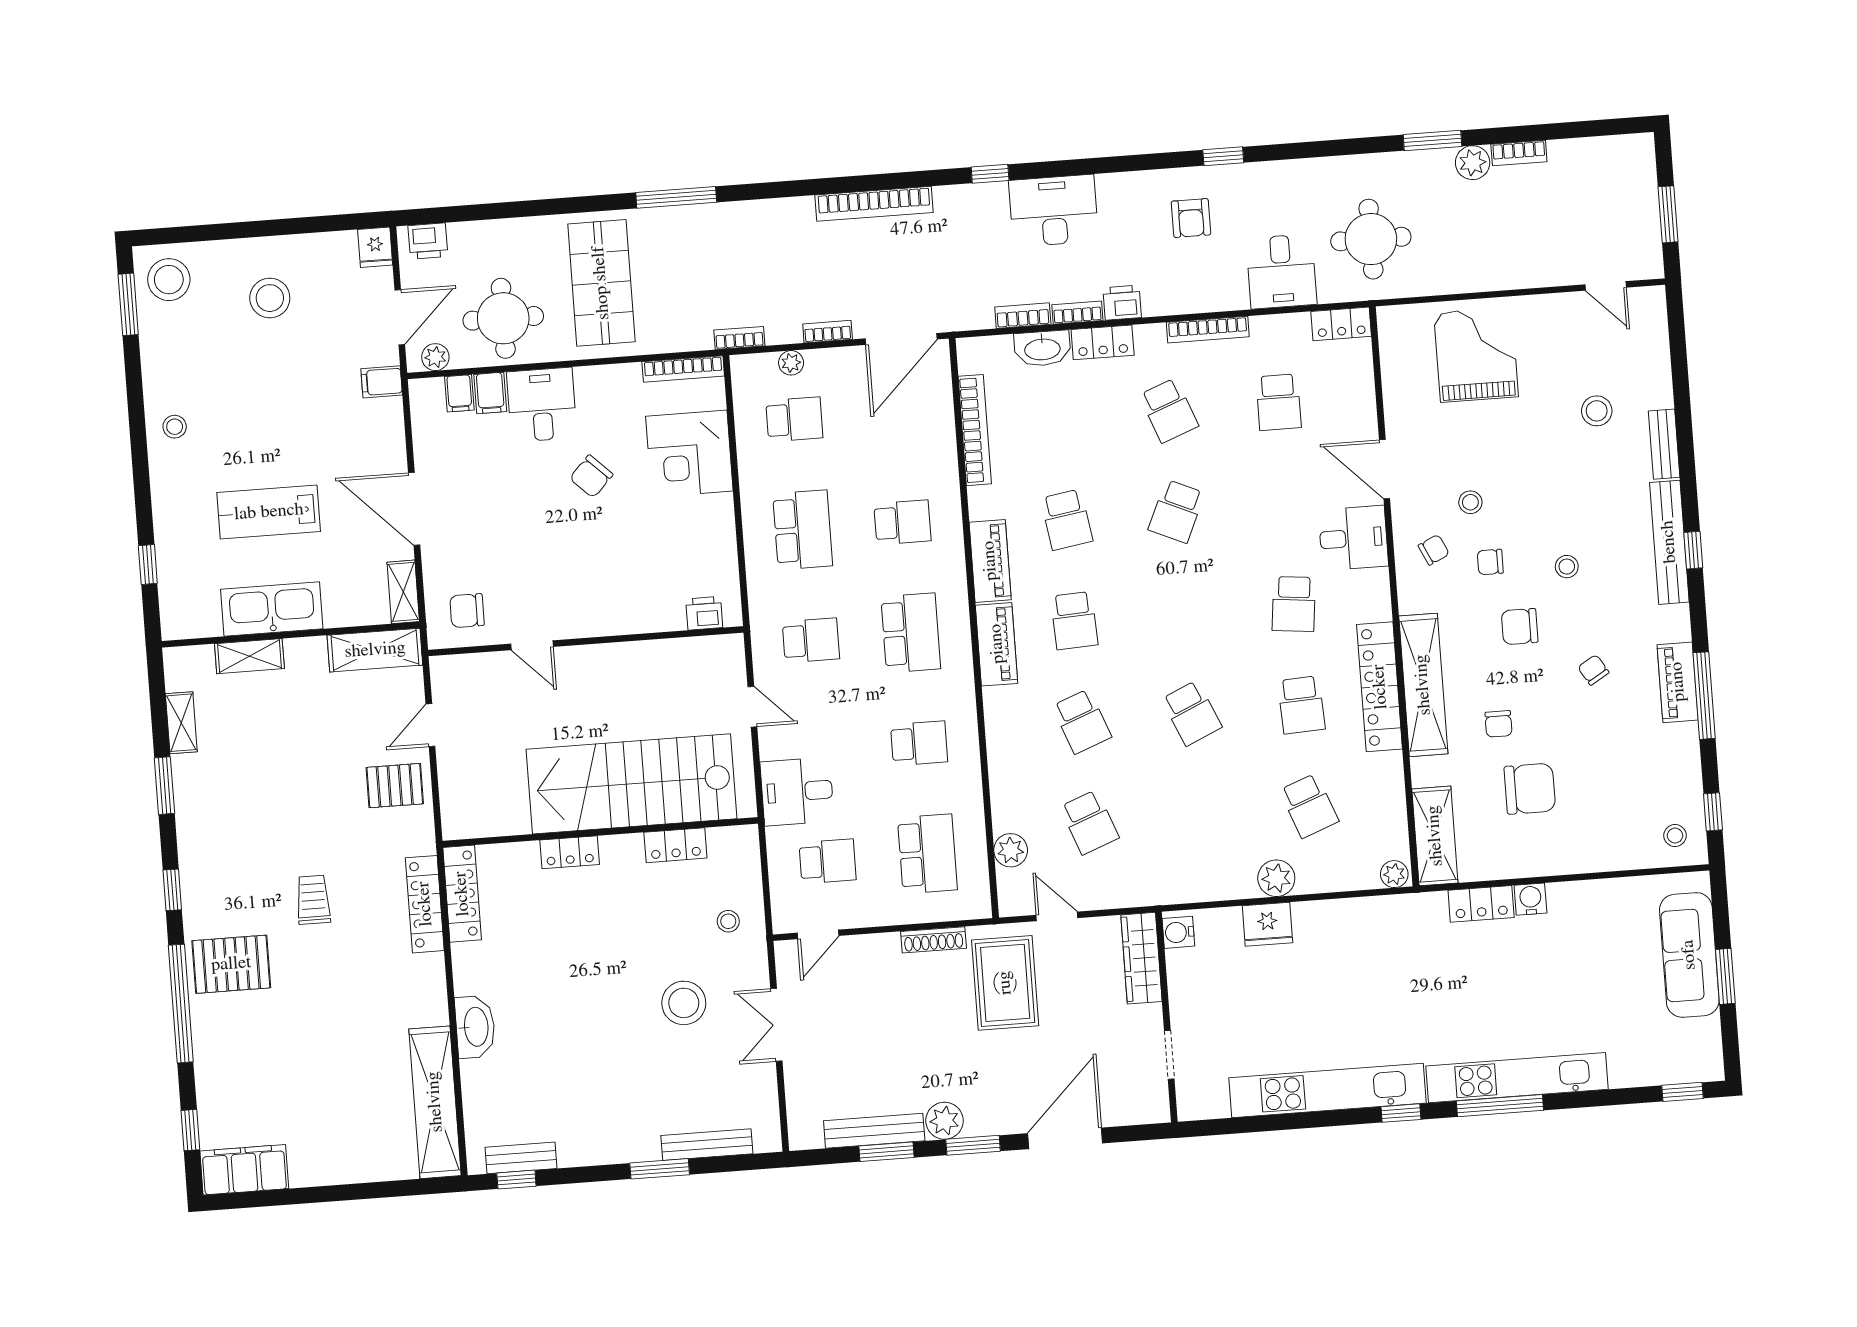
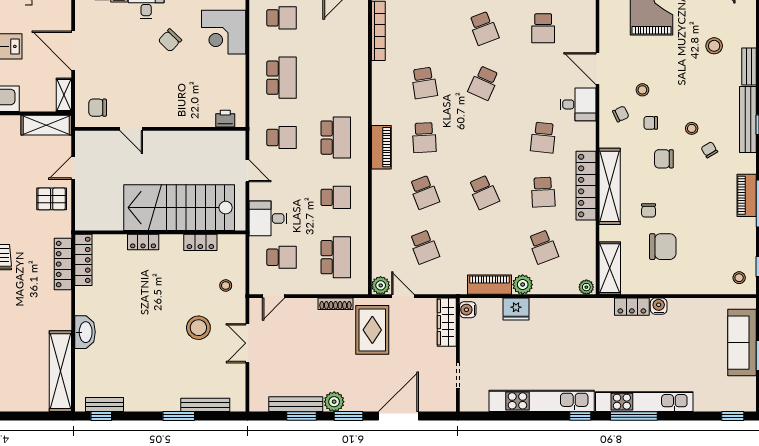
school desk: (902, 522) -> (336, 78), removed
piano: (990, 561) -> (490, 285), moved, turned -90
chair: (1593, 670) -> (709, 150), moved
plant: (1011, 850) -> (381, 285), moved

